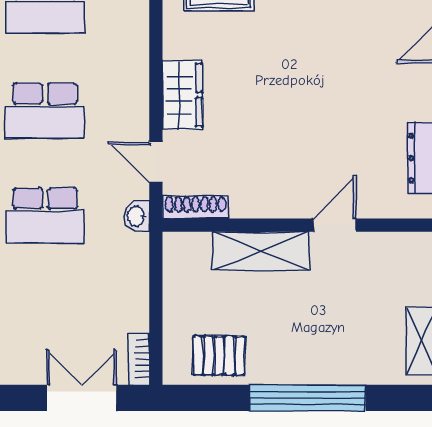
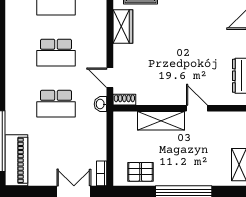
wardrobe: (182, 95) -> (123, 26), moved
shoe rack: (196, 207) -> (124, 100), width x0.70
door: (335, 225) -> (197, 108), hinge flipped

